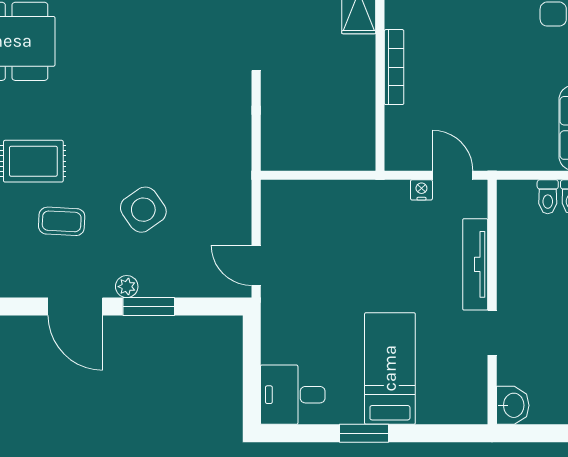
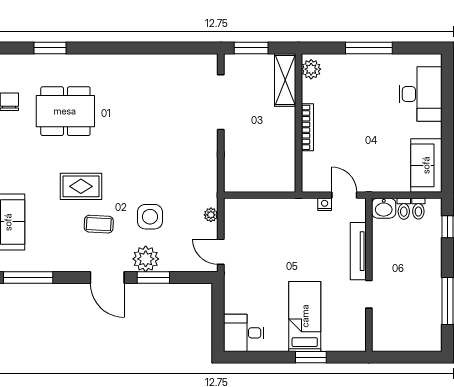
plant: (240, 206) -> (211, 215), added
side table: (143, 210) -> (150, 217), turned 35
plant: (127, 287) -> (146, 259), width x1.87, depth x1.87
washbasin: (513, 405) -> (384, 208), moved, turned 90
window: (364, 433) -> (311, 357), moved

